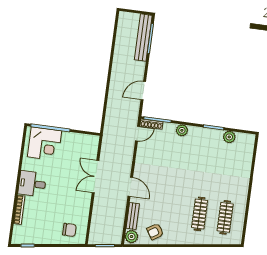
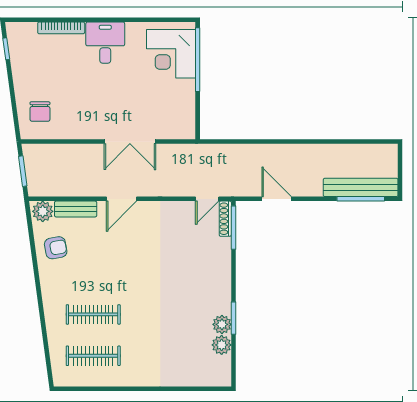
plant: (182, 130) -> (222, 324), moved
door: (137, 134) -> (207, 199), hinge flipped
double door: (95, 177) -> (130, 142), swing flipped
armchair: (155, 232) -> (56, 248), turned 113

